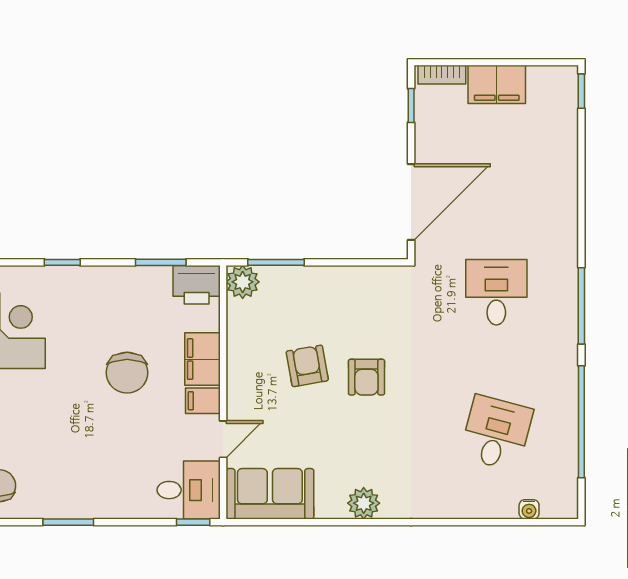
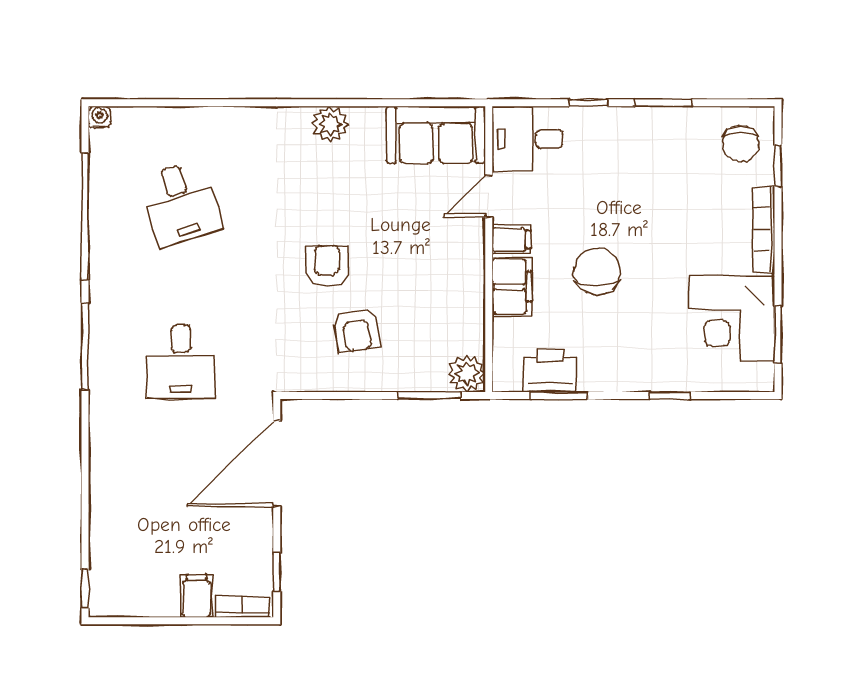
filing cabinet: (497, 84) -> (196, 596), width x0.50
printer: (197, 285) -> (550, 370), moved
armchair: (307, 366) -> (356, 330), moved
desk: (496, 433) -> (181, 203), turned -33
water cooler: (529, 509) -> (99, 117), moved
window: (193, 522) -> (588, 103), moved

